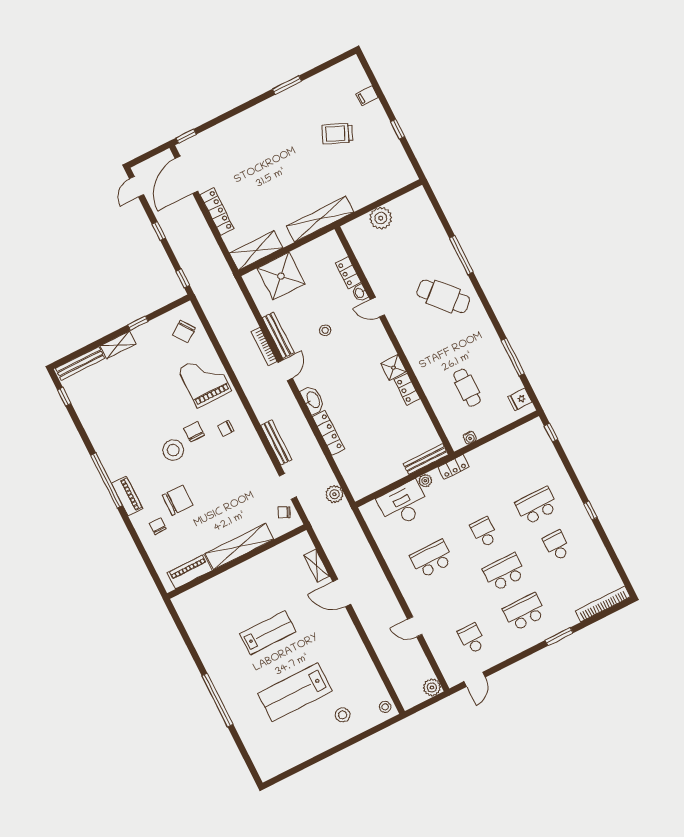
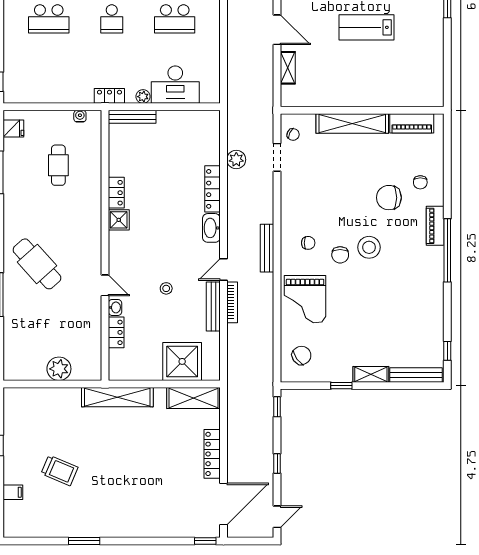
bench: (276, 443) -> (267, 248), moved
plant: (334, 494) -> (236, 160), moved

